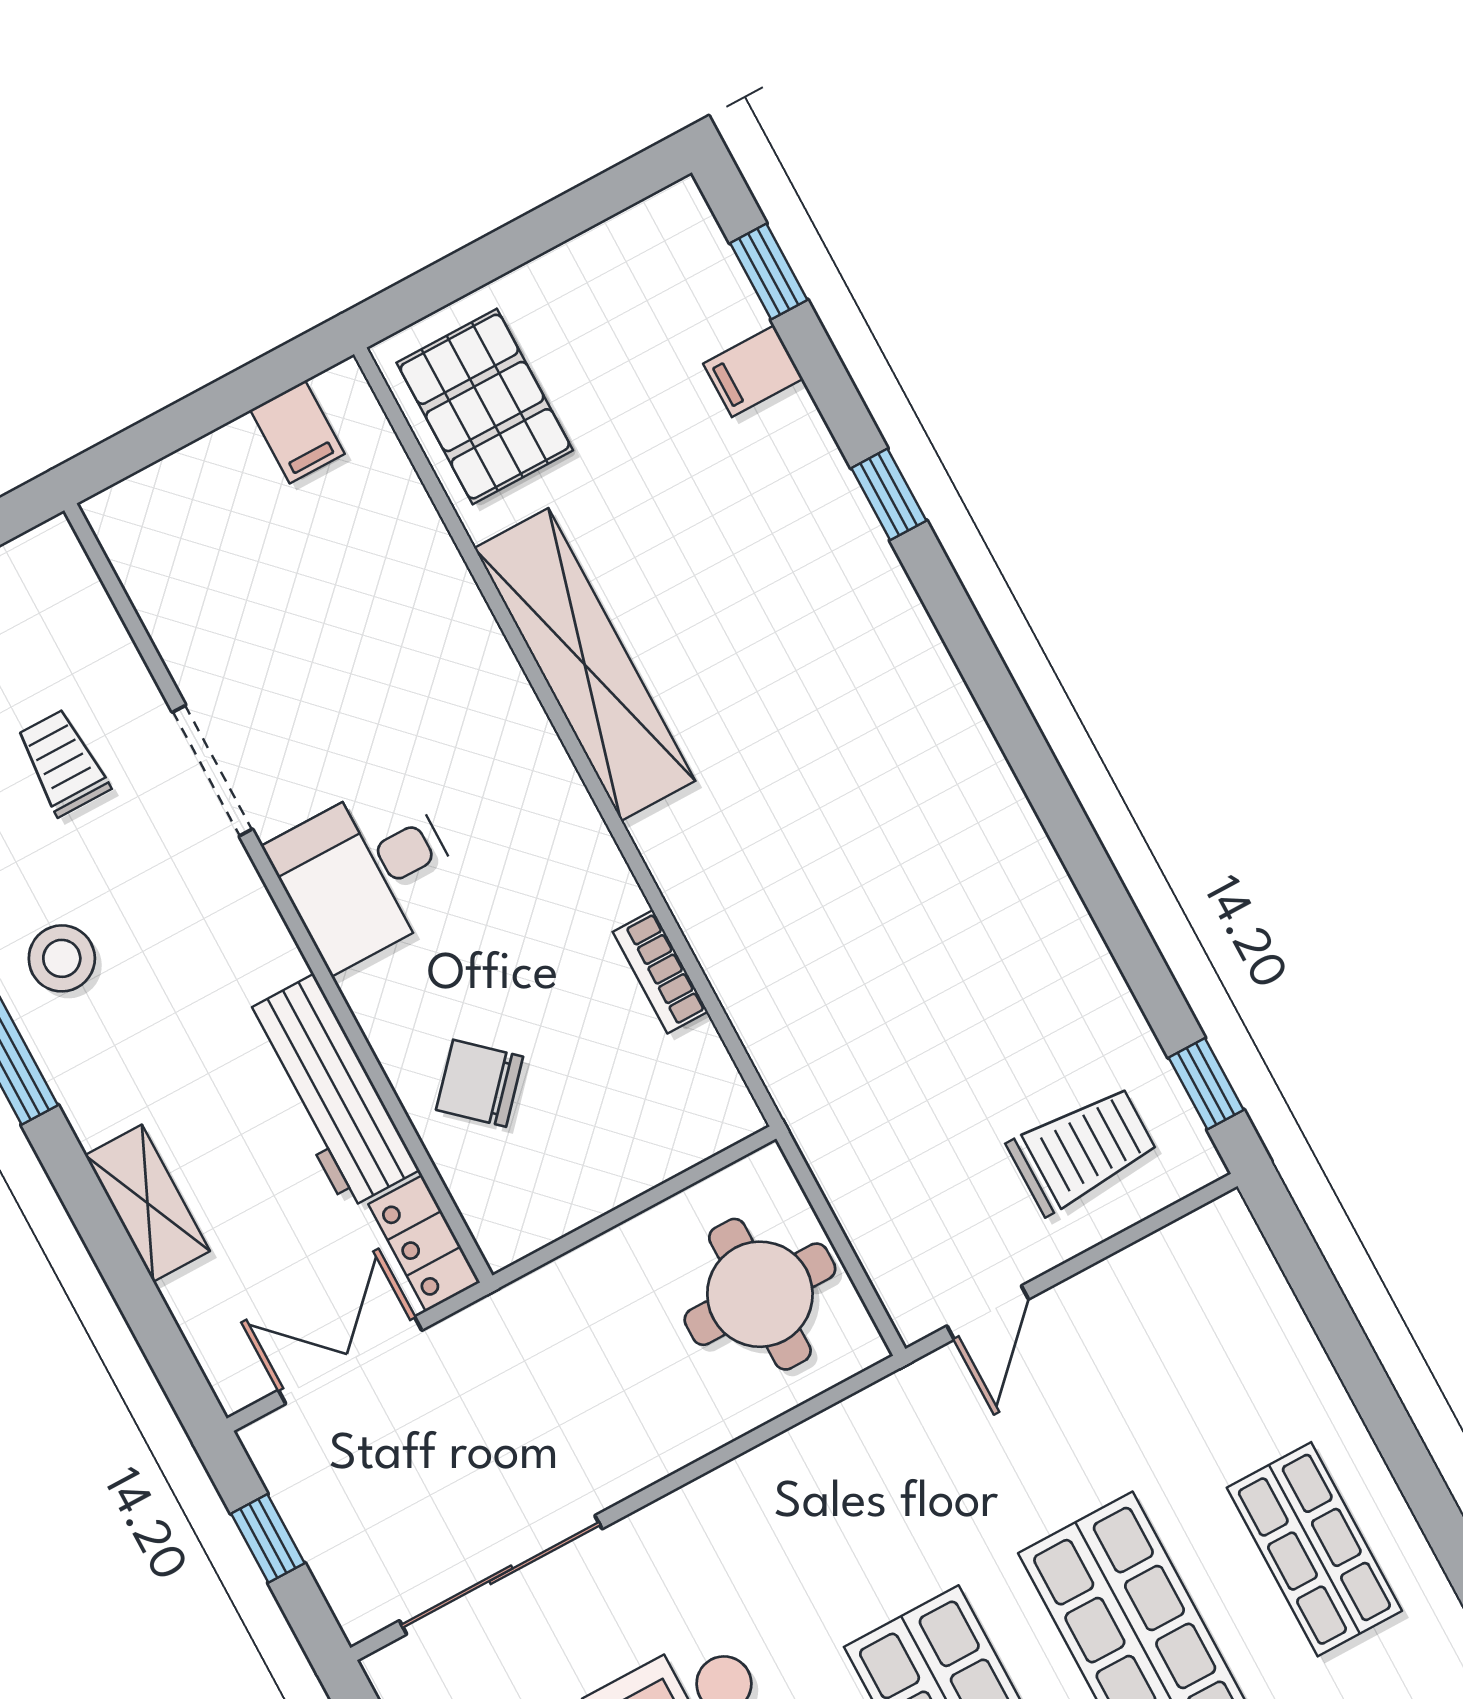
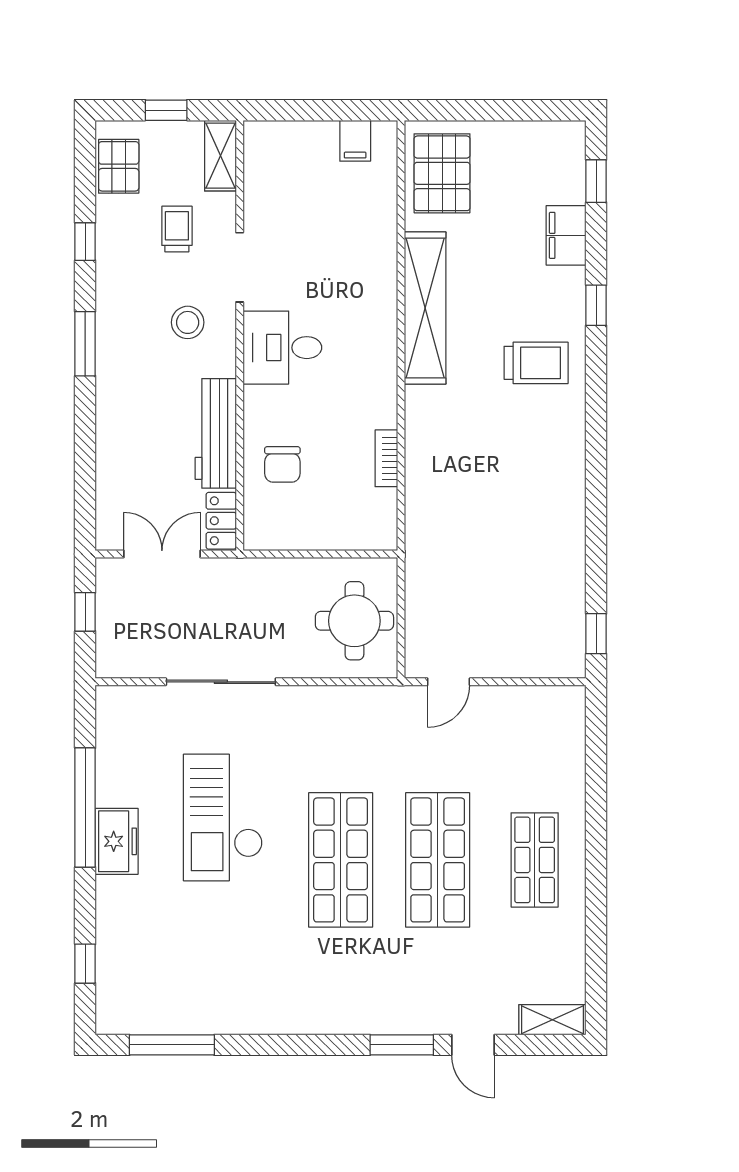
filing cabinet: (753, 371) -> (566, 235), width x2.00
stool: (62, 958) -> (188, 322), moved
chair: (480, 1083) -> (282, 464), turned -132
trolley: (1082, 1150) -> (536, 363), moved
shelving: (147, 1203) -> (220, 156), moved
sliding door: (501, 1575) -> (221, 682), moved

